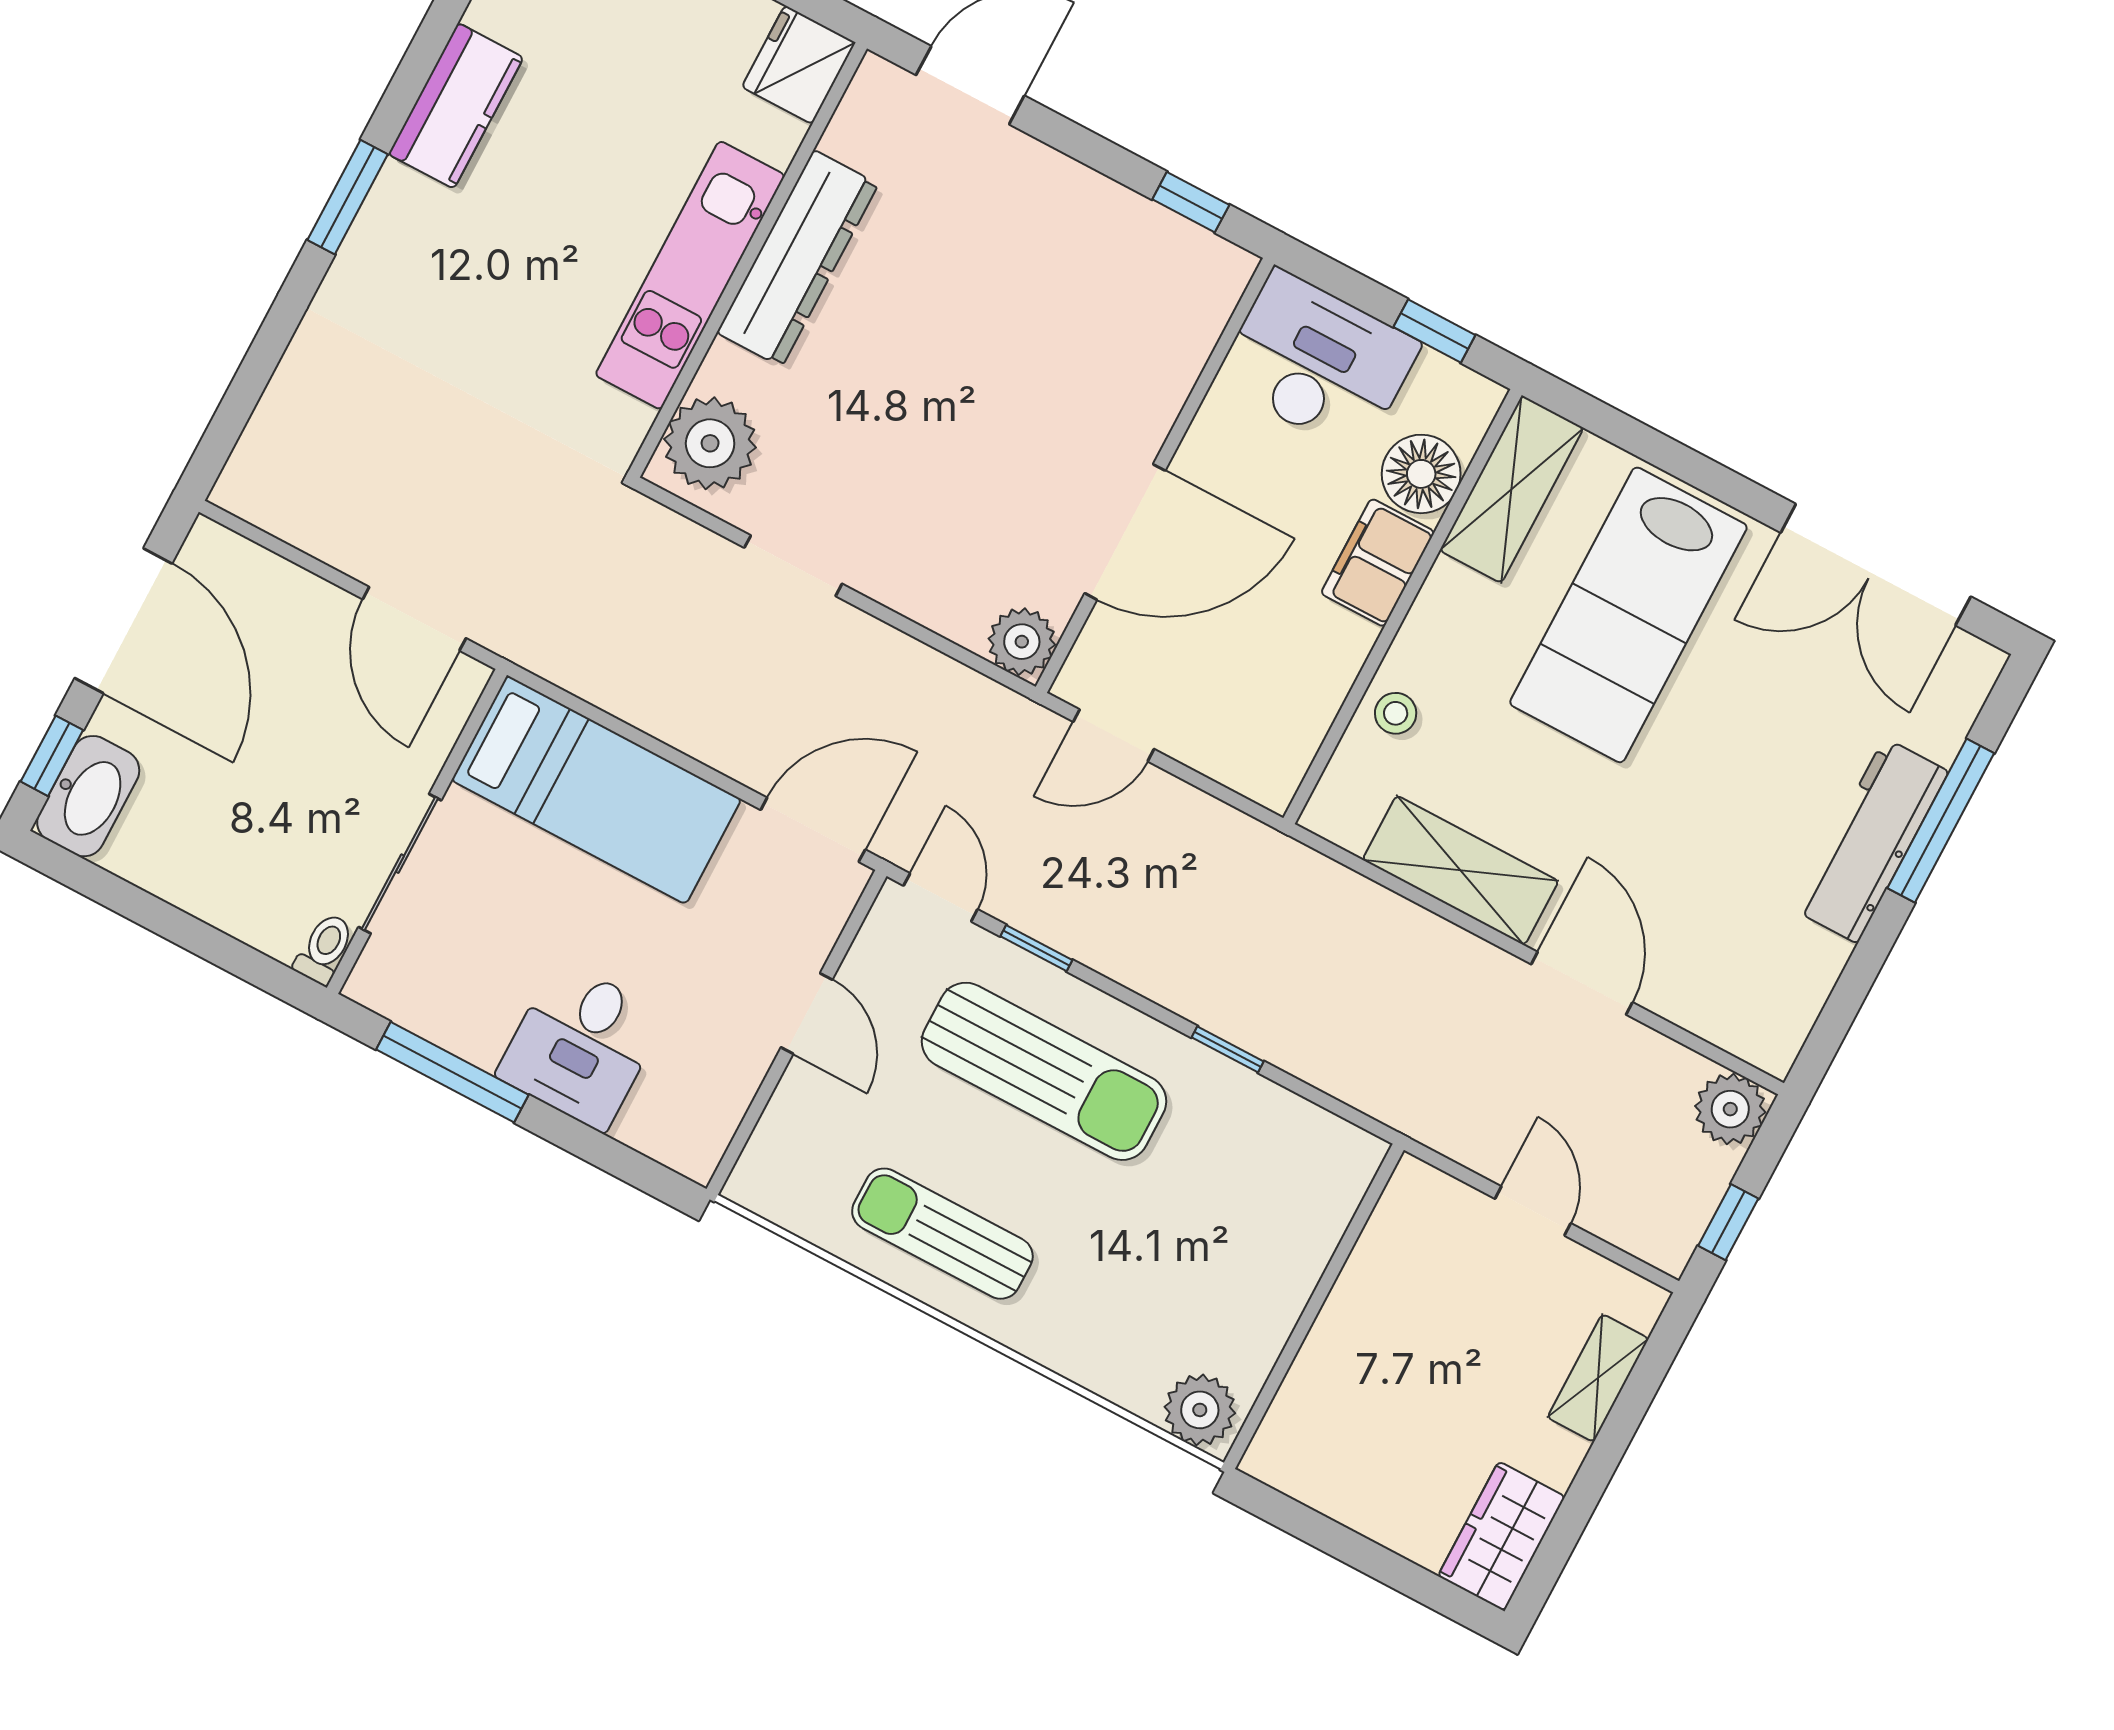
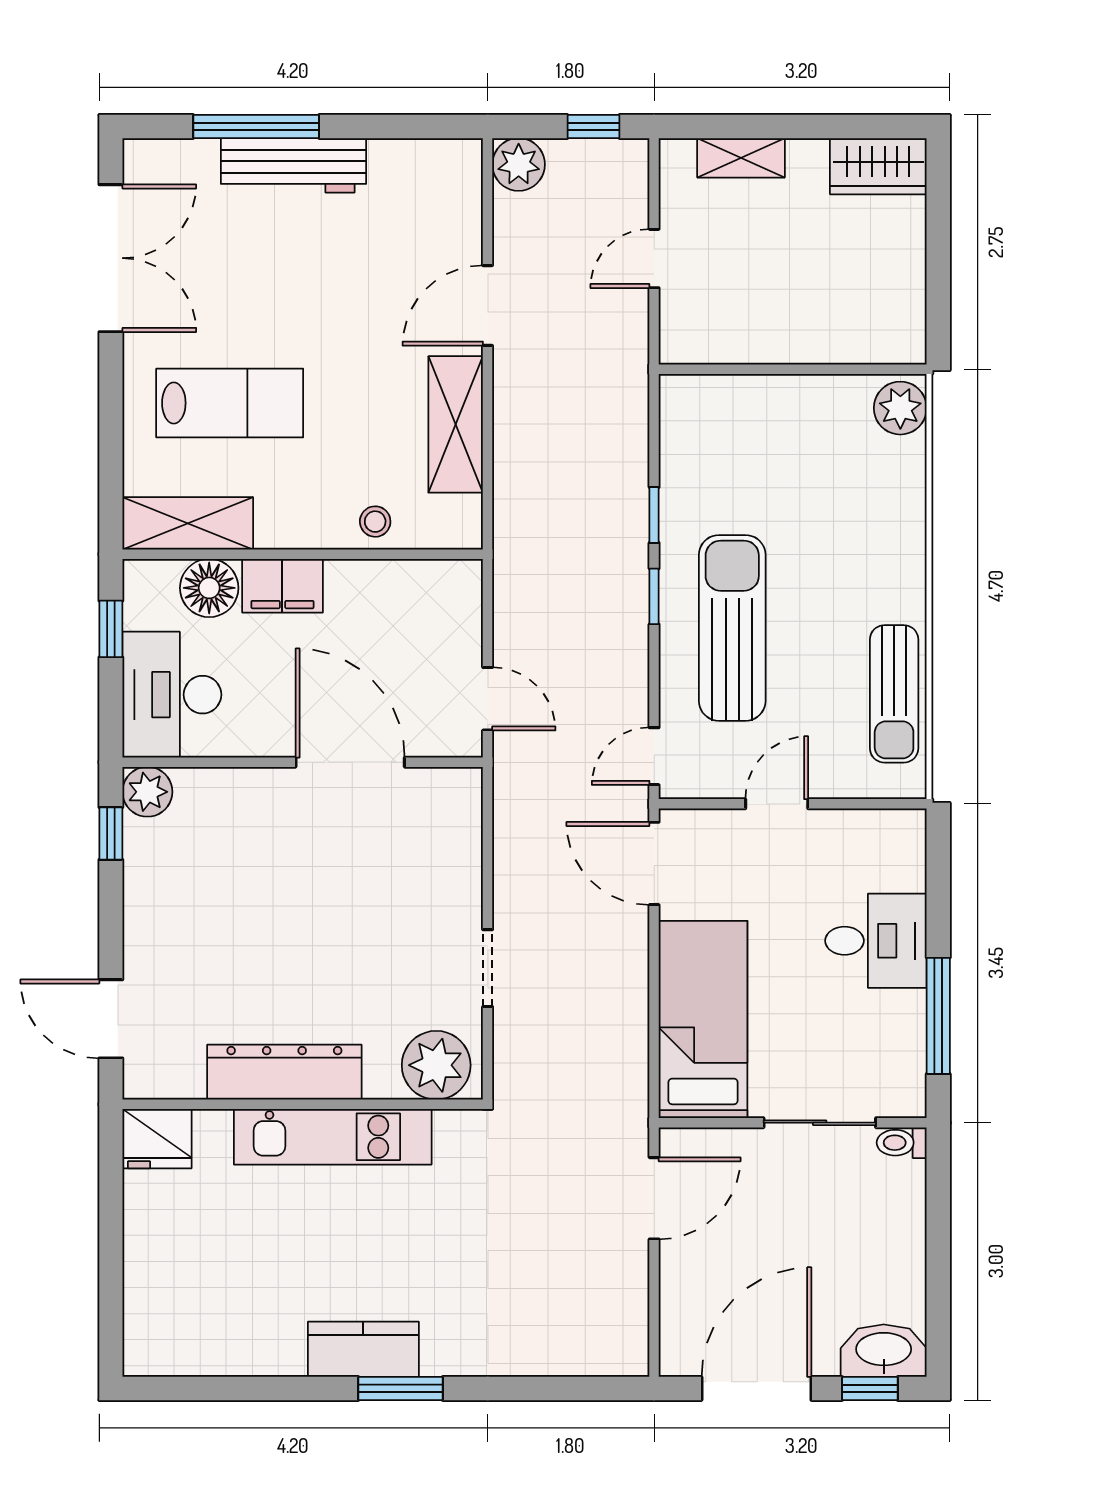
kitchen counter: (456, 106) -> (363, 1349), moved
lab bench: (1628, 615) -> (230, 403), width x0.73, depth x0.72
plant: (1022, 642) -> (147, 792), moved
window: (1036, 948) -> (654, 596), moved
sun lounger: (942, 1234) -> (894, 694), moved

